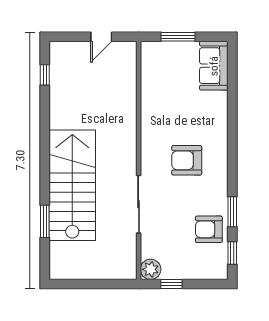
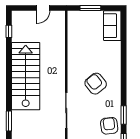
armchair: (187, 160) -> (96, 84), turned 51
stairs: (72, 185) -> (26, 76), moved
armchair: (209, 229) -> (109, 126), turned 83

